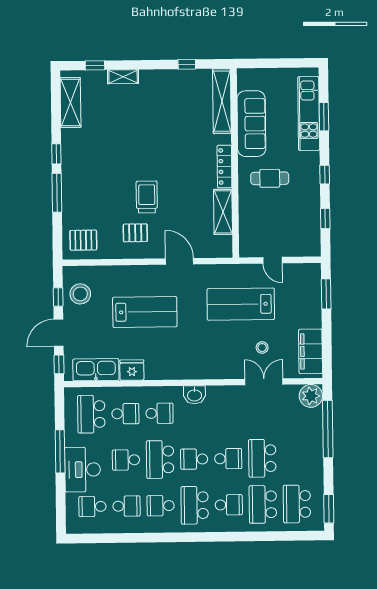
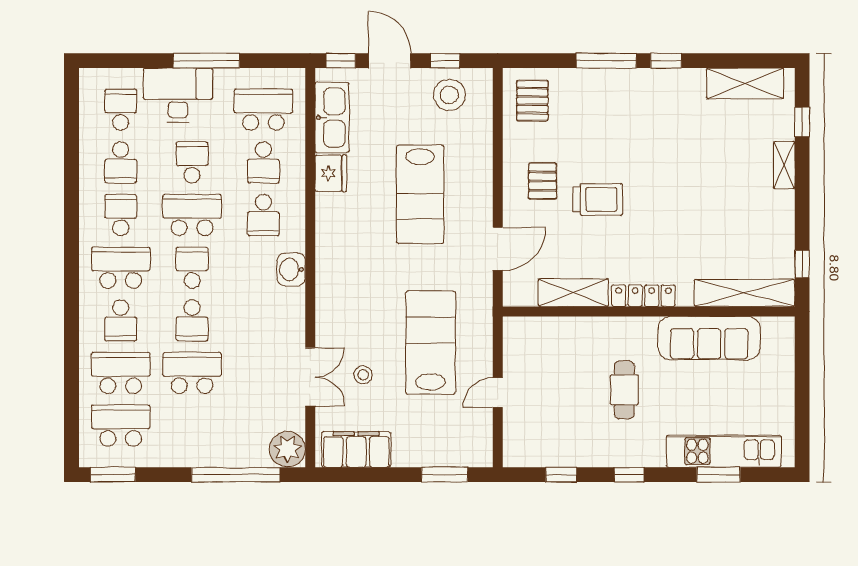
shelving: (222, 101) -> (744, 293), moved
sofa: (251, 124) -> (709, 338), moved
wall: (235, 163) -> (649, 311), moved
locker: (224, 166) -> (643, 296), moved
shelving: (223, 212) -> (573, 293), moved

